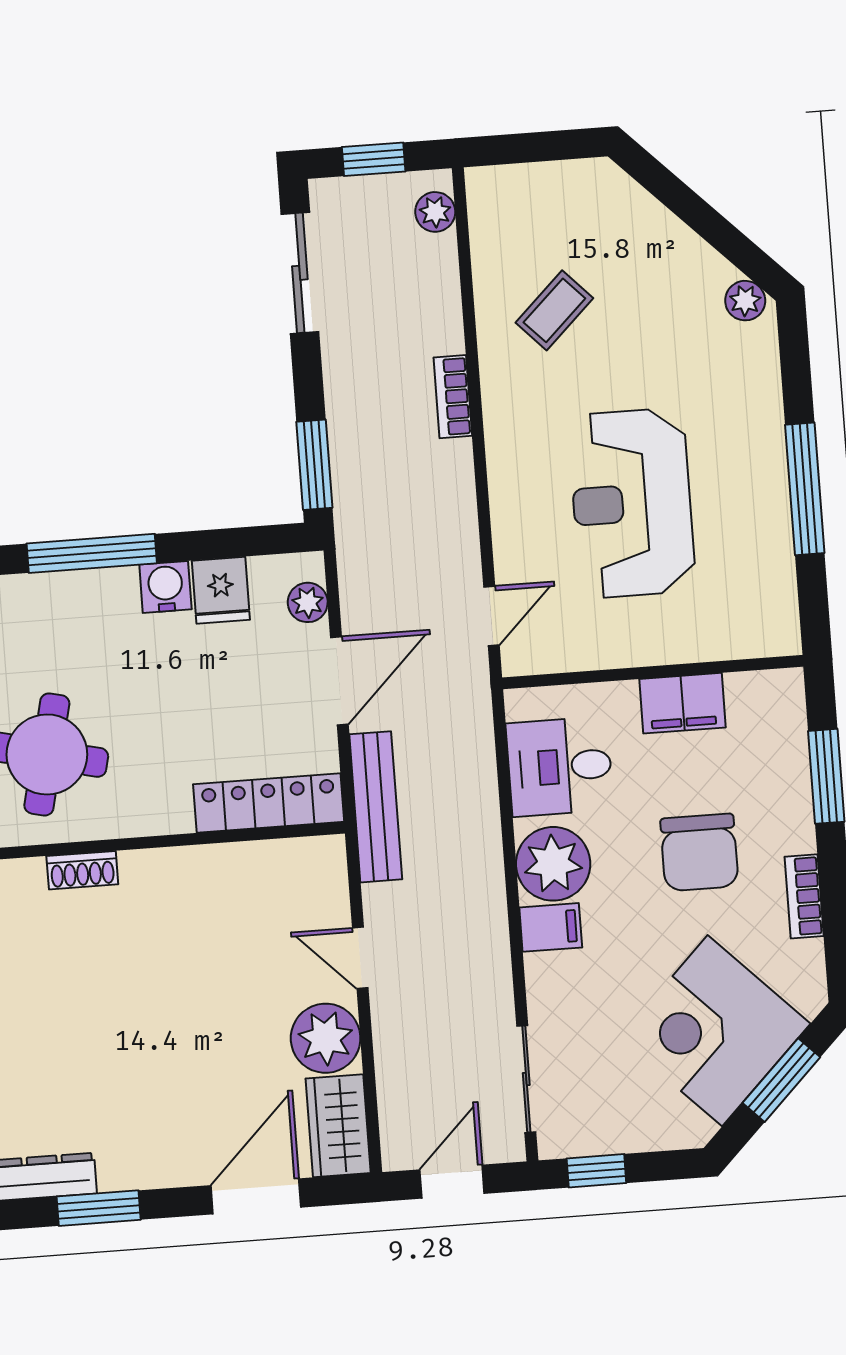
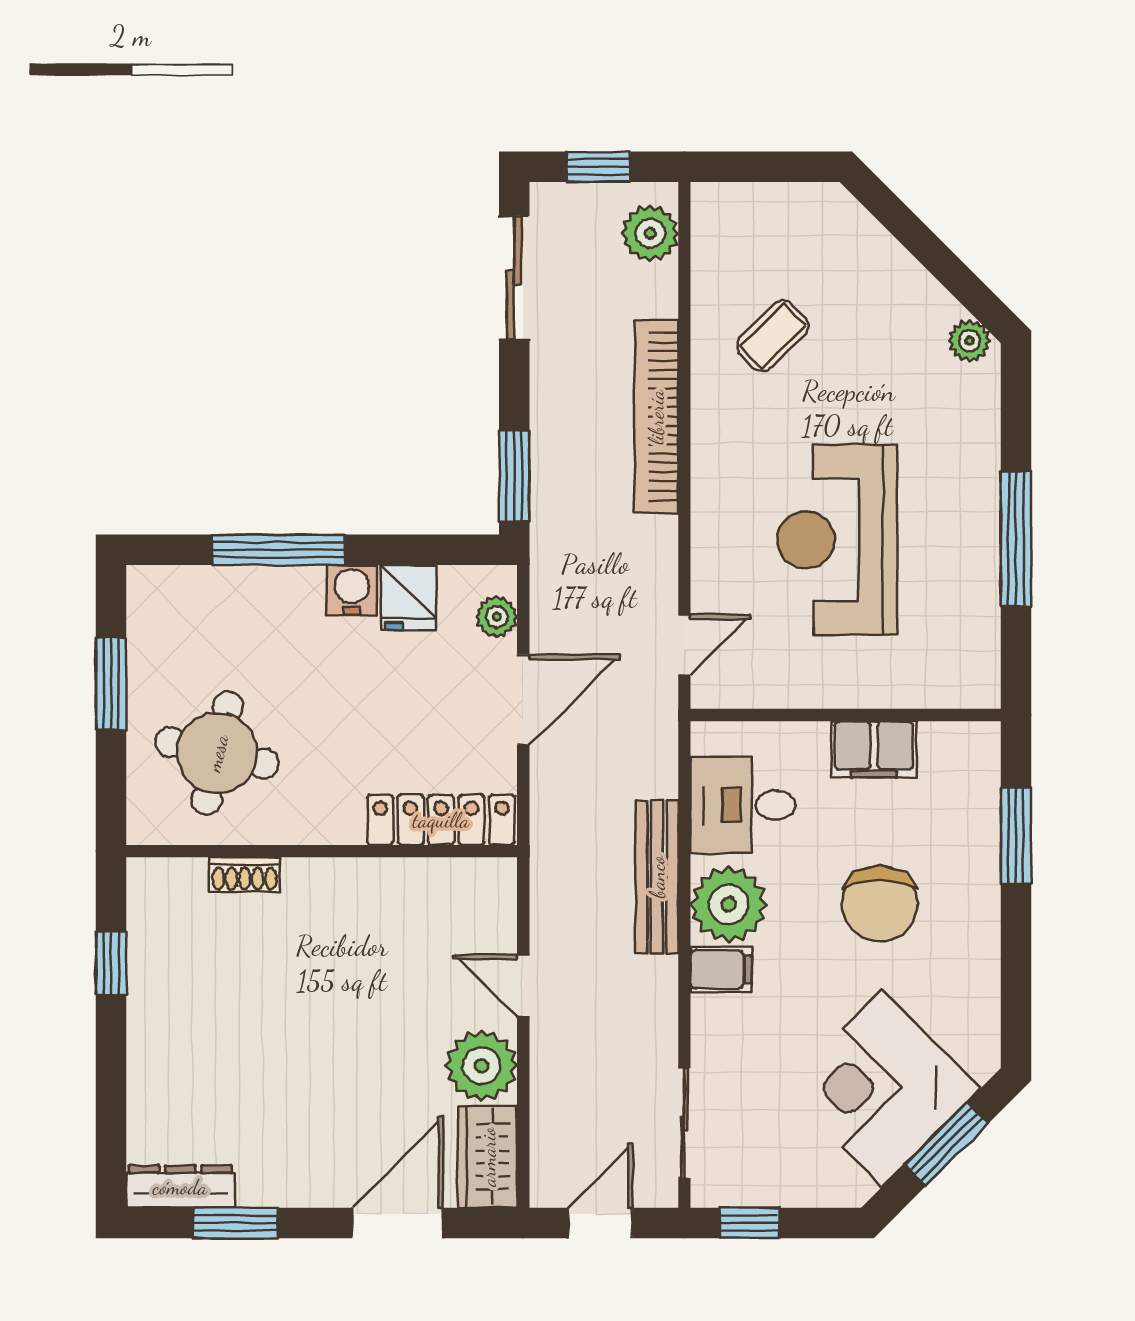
plant: (435, 212) -> (650, 233), width x1.38, depth x1.38
bookcase: (453, 397) -> (656, 417), width x2.31, depth x1.31
bench: (376, 807) -> (657, 877), moved
bookcase: (804, 896) -> (984, 957), removed

